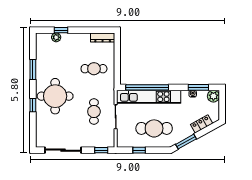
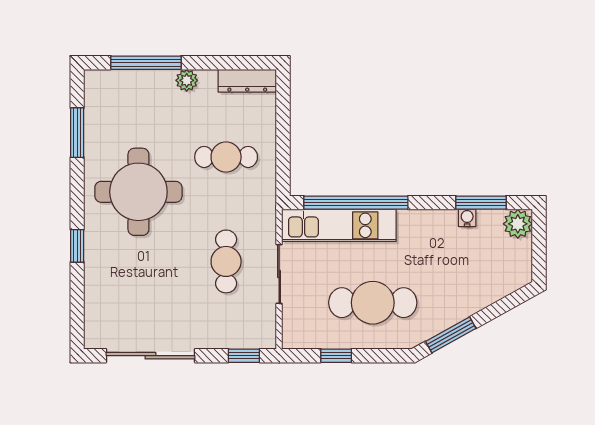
window: (61, 30) -> (146, 63), width x2.17
plant: (56, 37) -> (187, 80), moved
window: (33, 69) -> (77, 133), moved
round table: (55, 96) -> (138, 192), moved
kitchen unit: (149, 97) -> (339, 225), width x0.73
locker: (202, 124) -> (489, 292), removed

